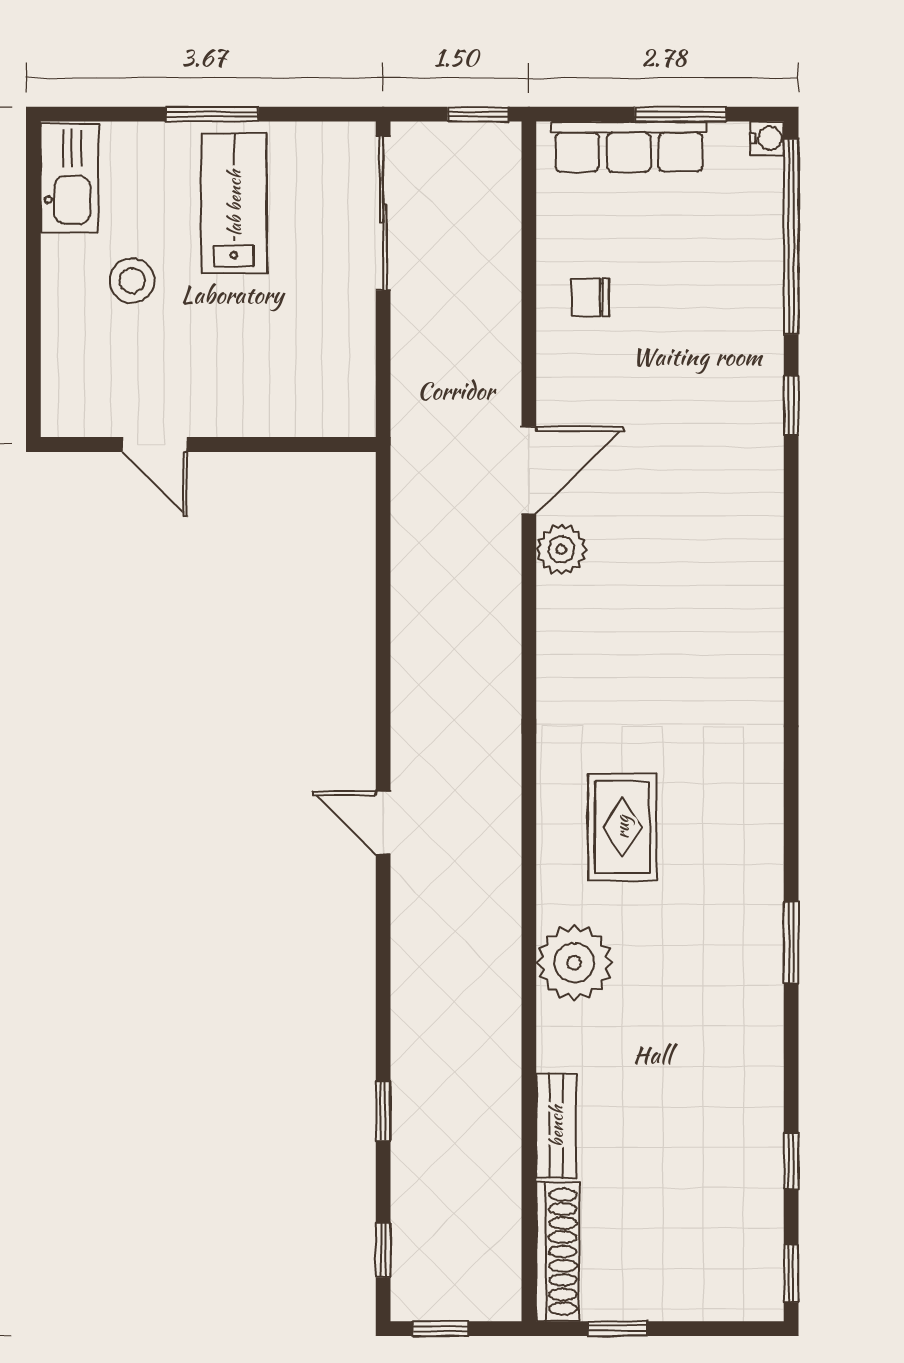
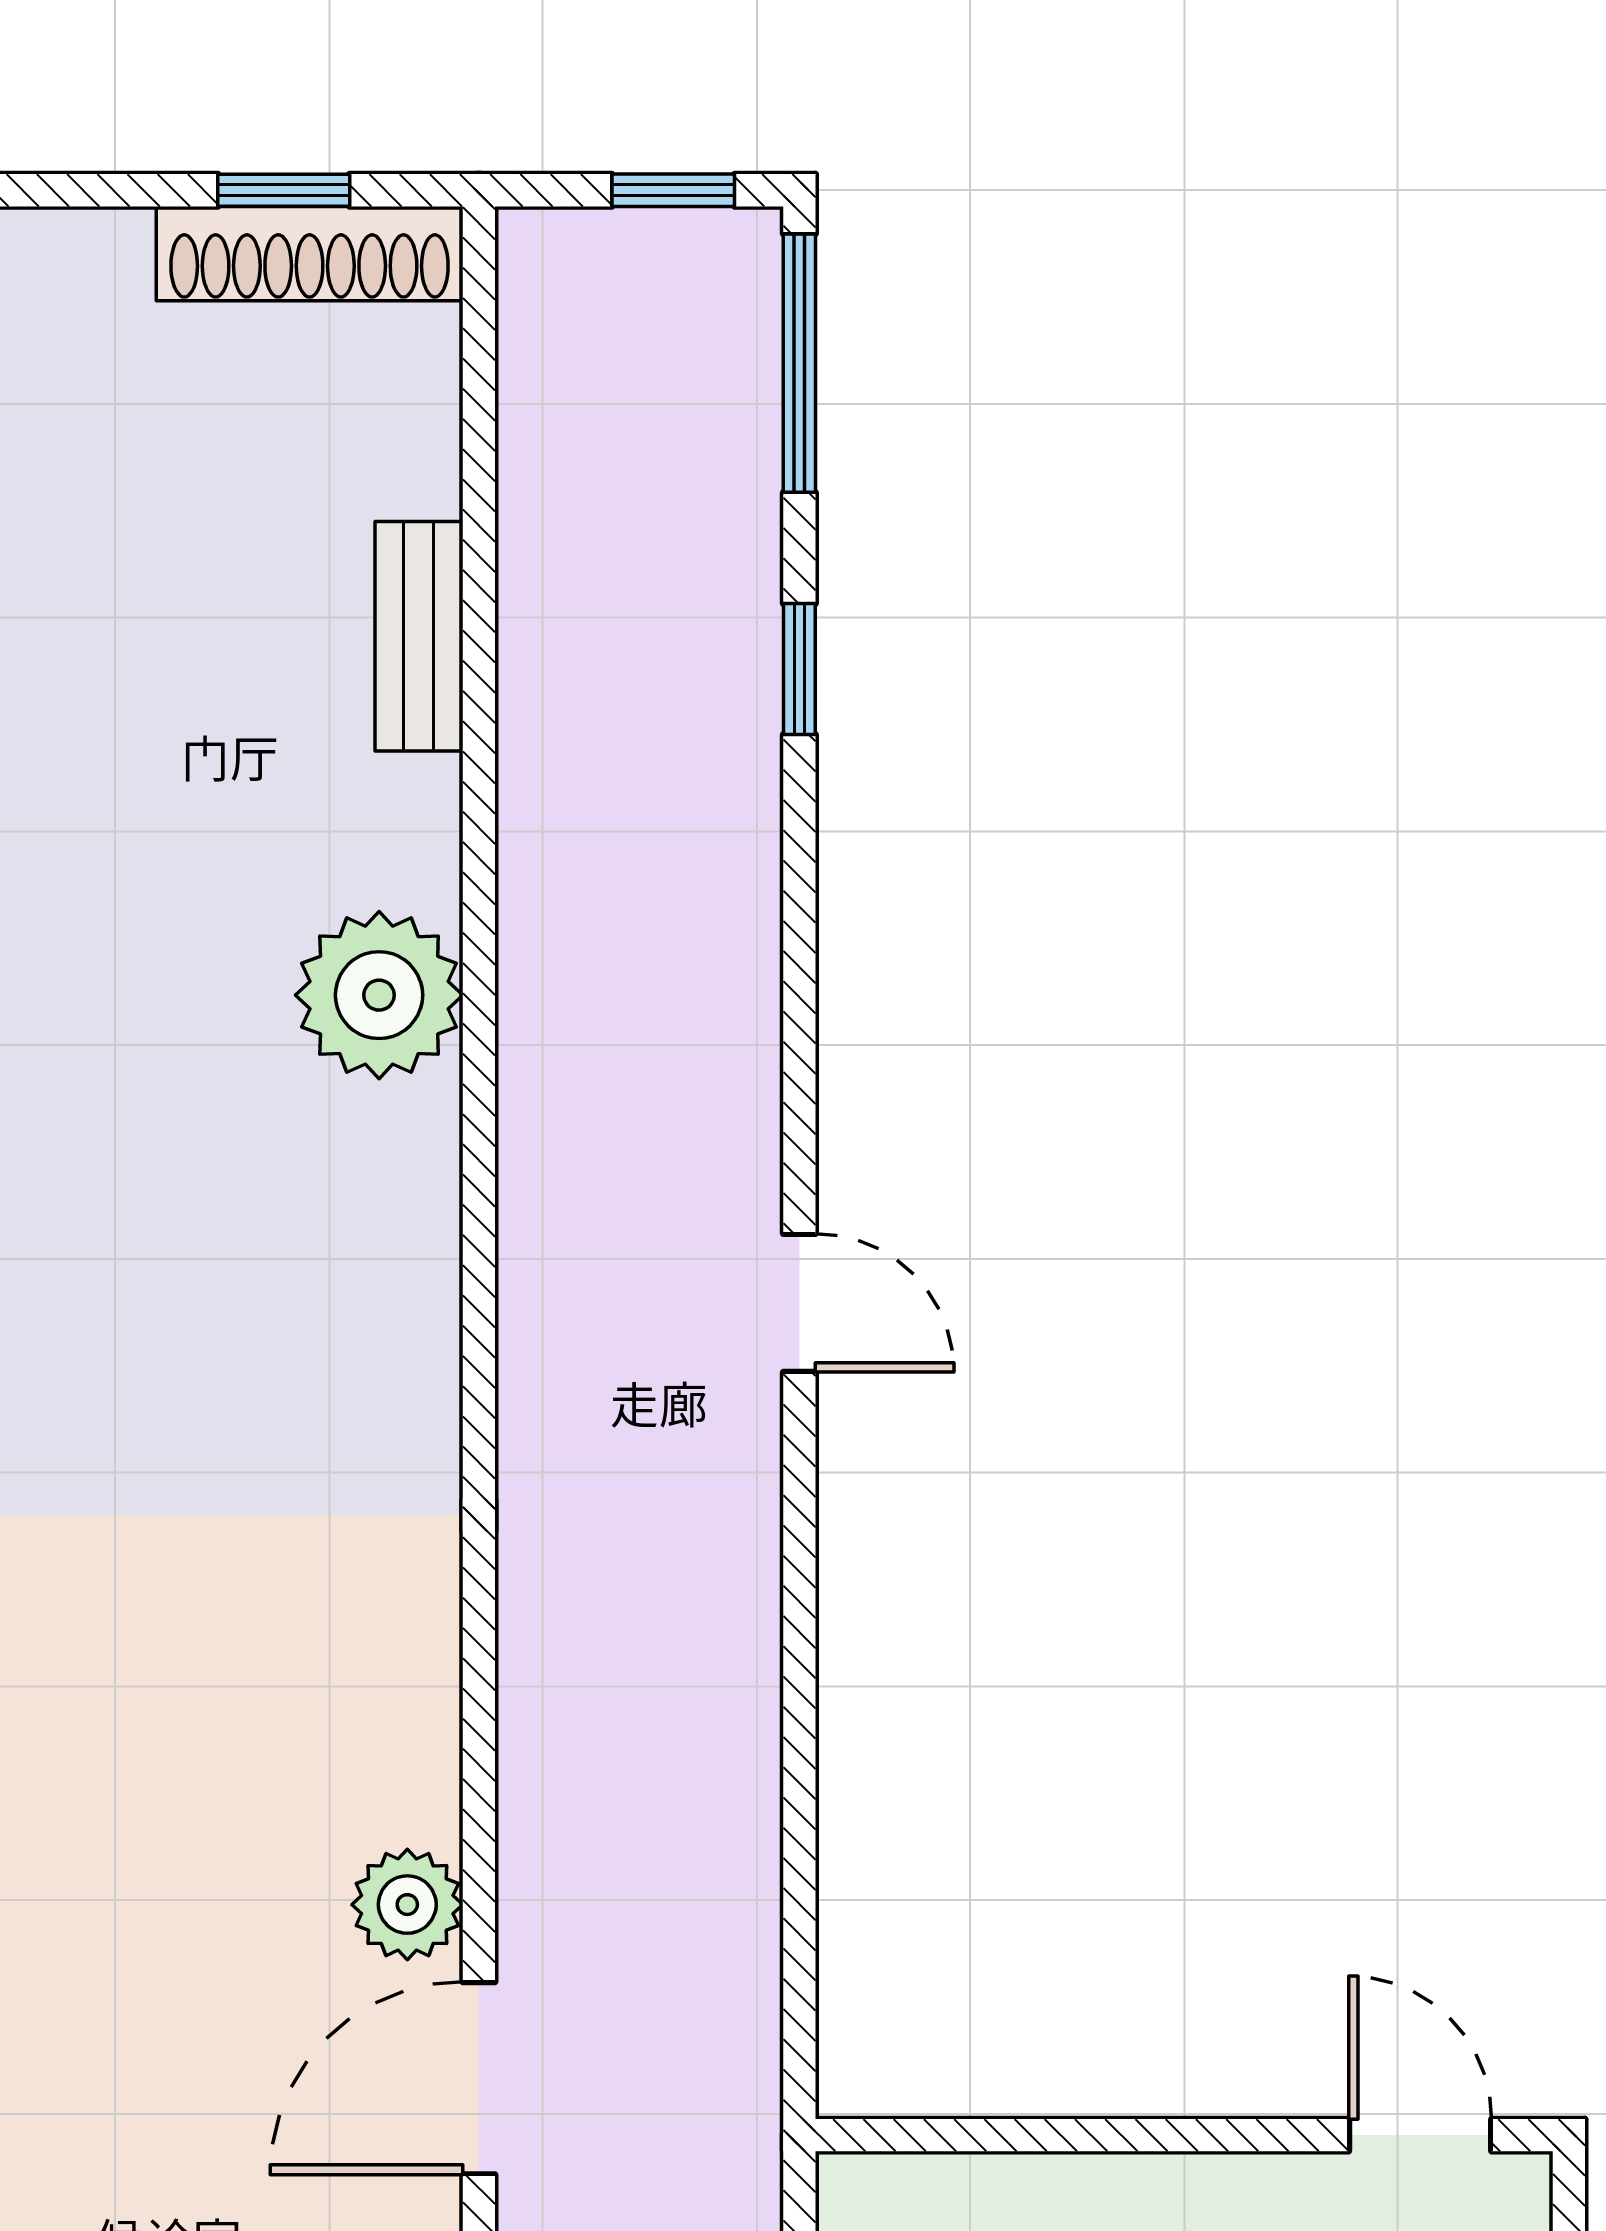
door: (155, 445) -> (1420, 2135), moved
rug: (622, 827) -> (273, 1293), removed
window: (383, 1250) -> (799, 363), width x2.17
shoe rack: (558, 1252) -> (310, 254), moved, turned -90

